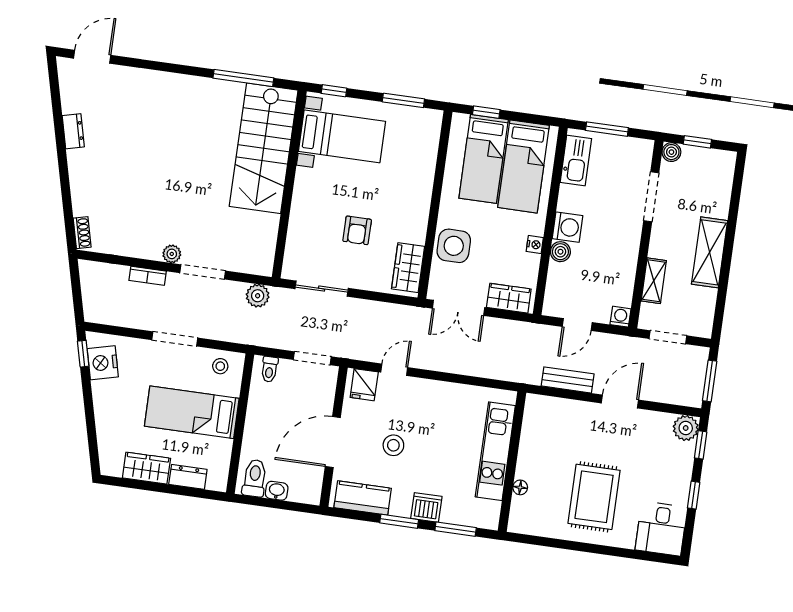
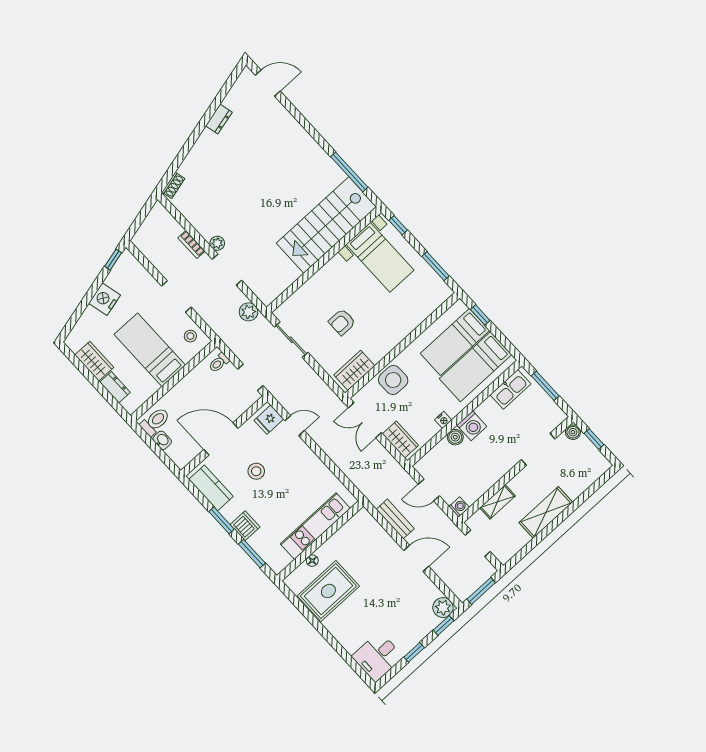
nightstand: (103, 363) -> (104, 299), moved
rug: (594, 497) -> (328, 591), moved

